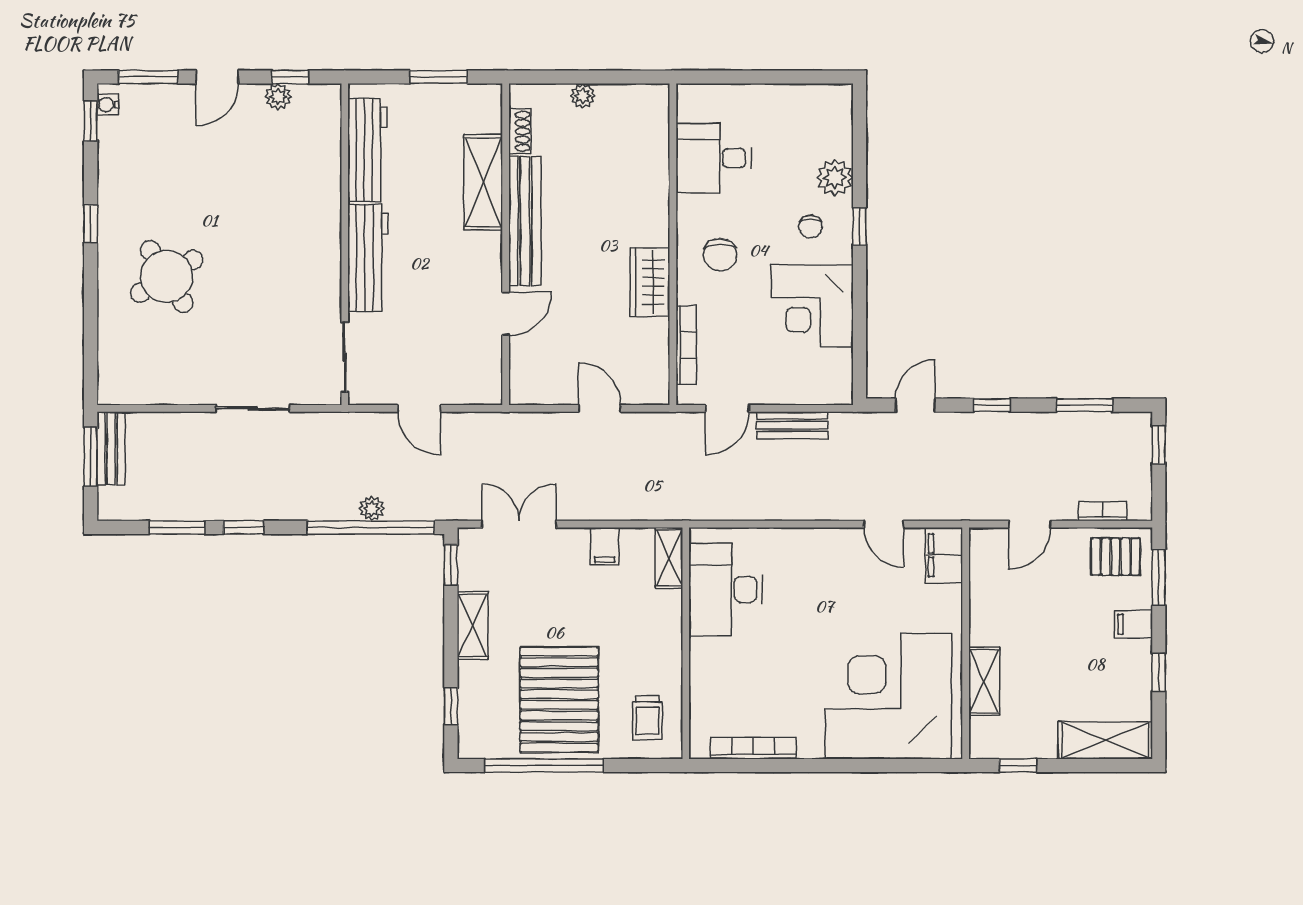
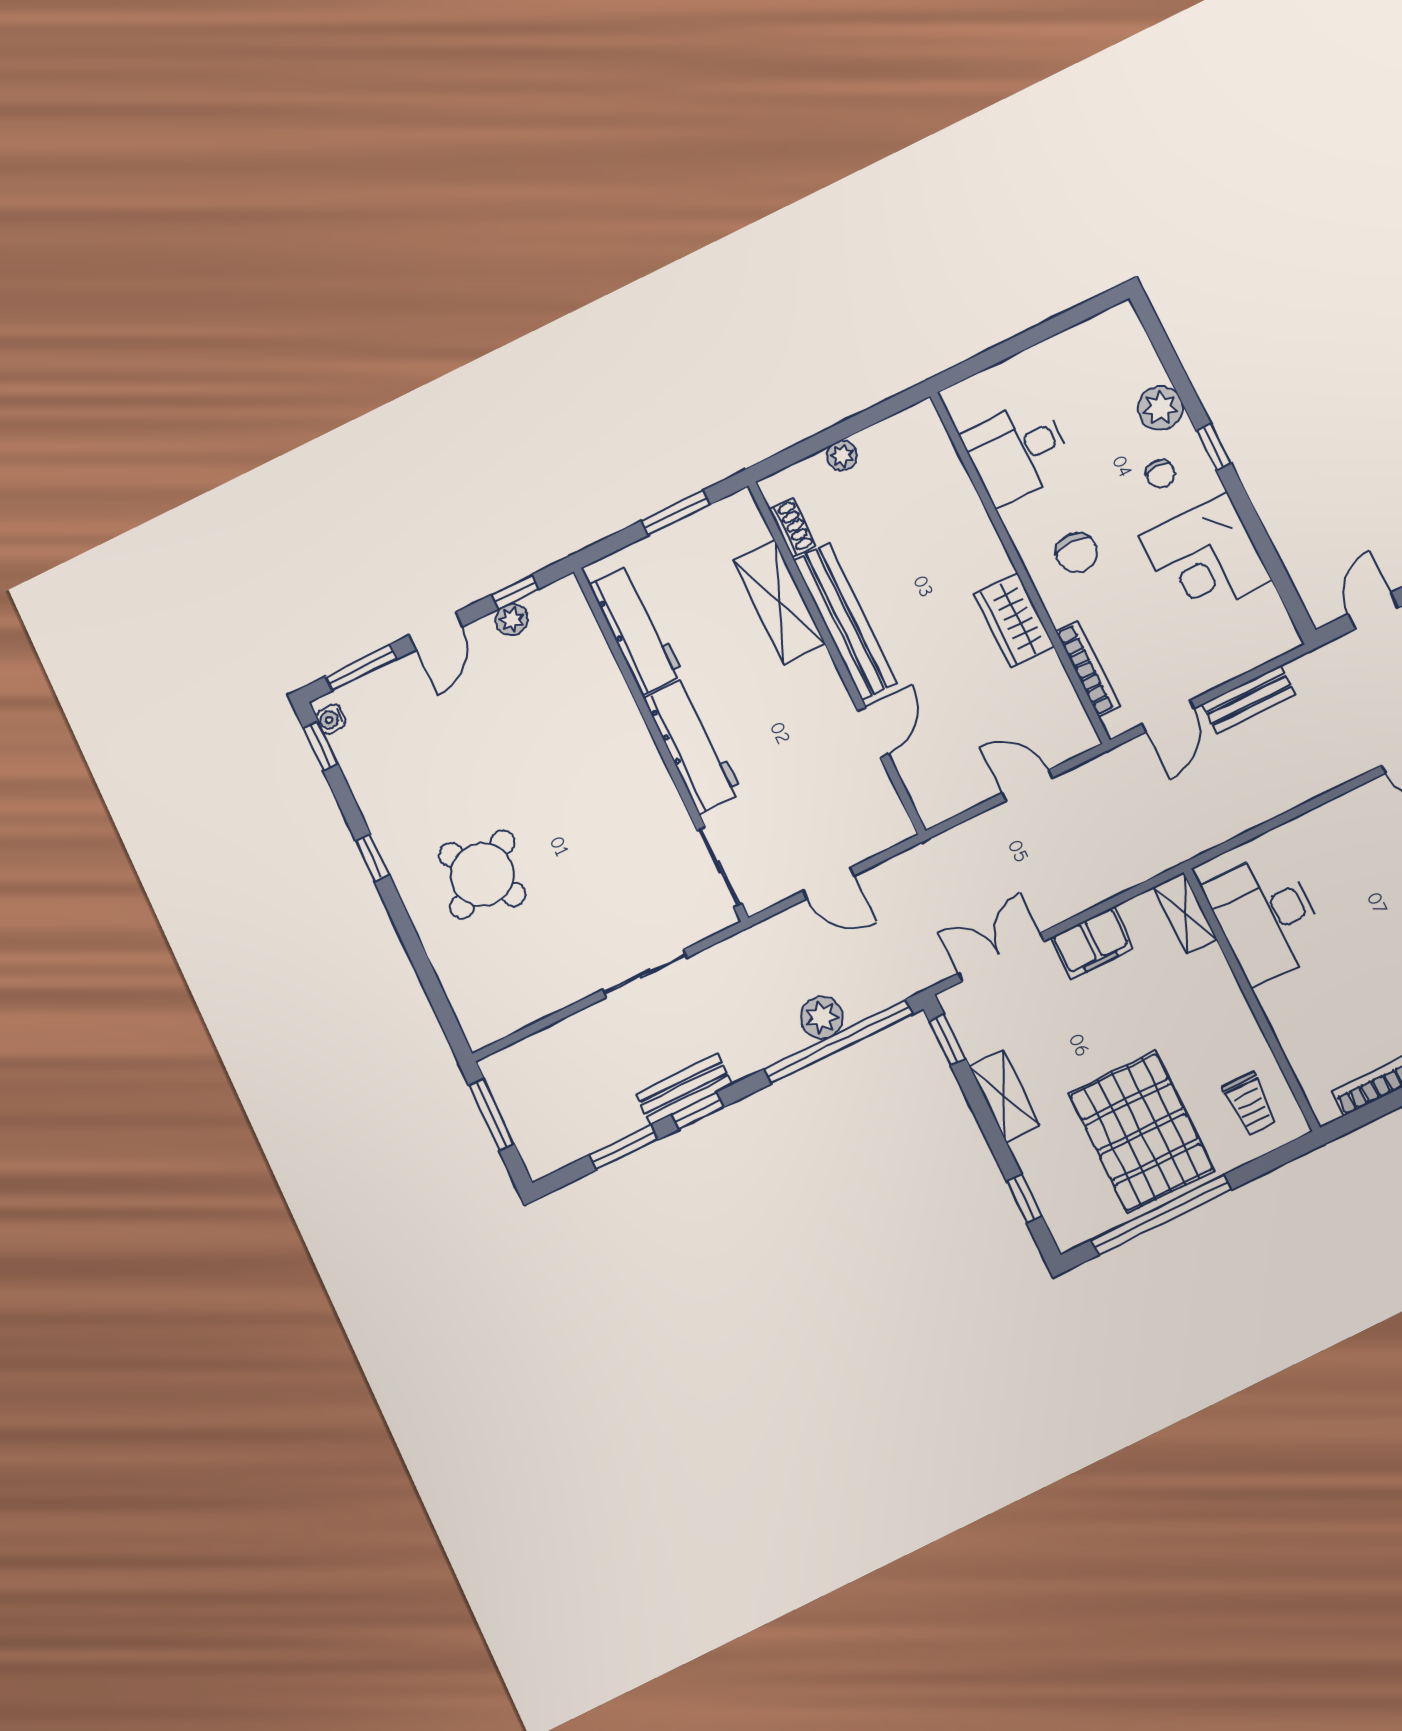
bench: (111, 448) -> (684, 1089), moved, turned 90
plant: (372, 509) -> (822, 1018), width x1.38, depth x1.38
filing cabinet: (605, 546) -> (1092, 943), width x2.00

